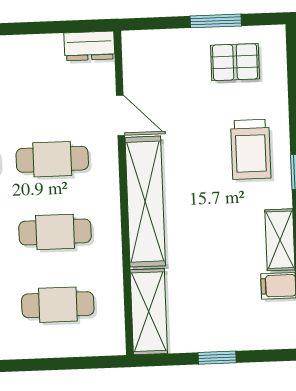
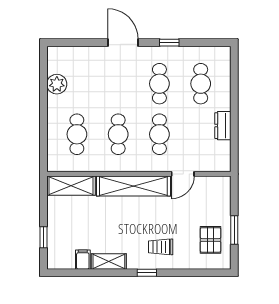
dresser: (89, 46) -> (223, 126), moved
trolley: (251, 149) -> (161, 247), width x0.73, depth x0.72
window: (217, 358) -> (43, 237), moved

